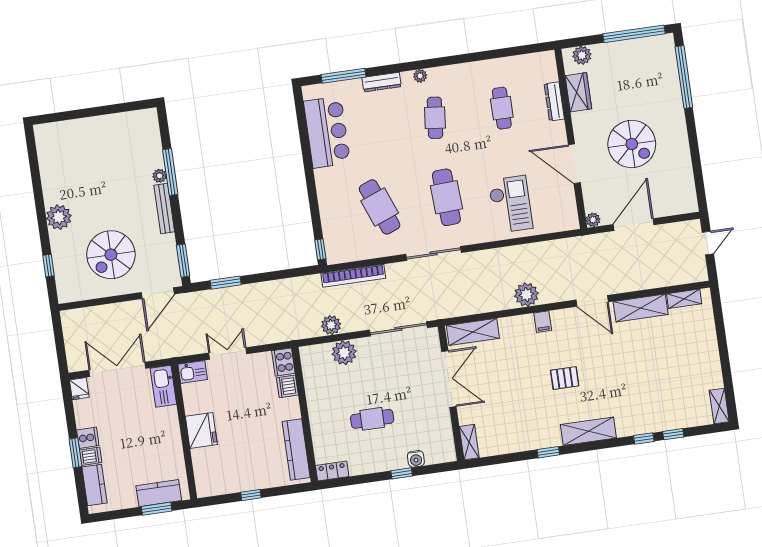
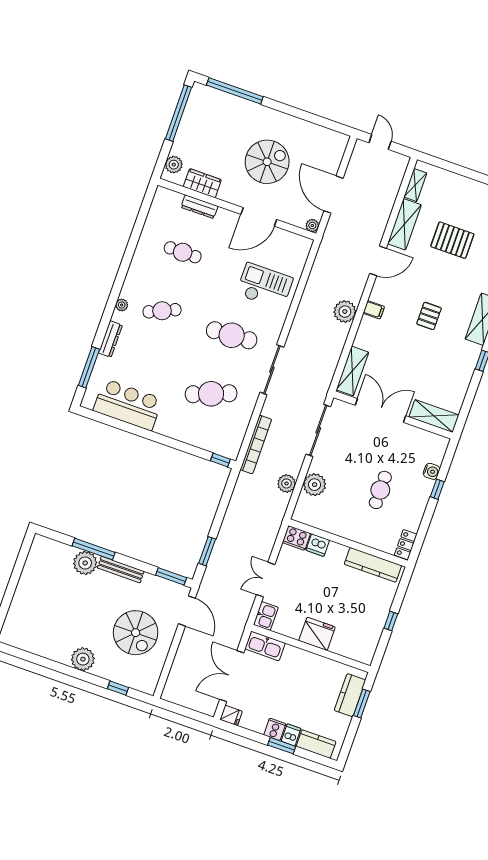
cafe table: (435, 118) -> (162, 311), turned -30
plant: (160, 176) -> (85, 563), width x1.88, depth x1.88
pallet: (650, 362) -> (452, 240), added
shelving: (469, 442) -> (434, 416), width x1.50, depth x1.33

